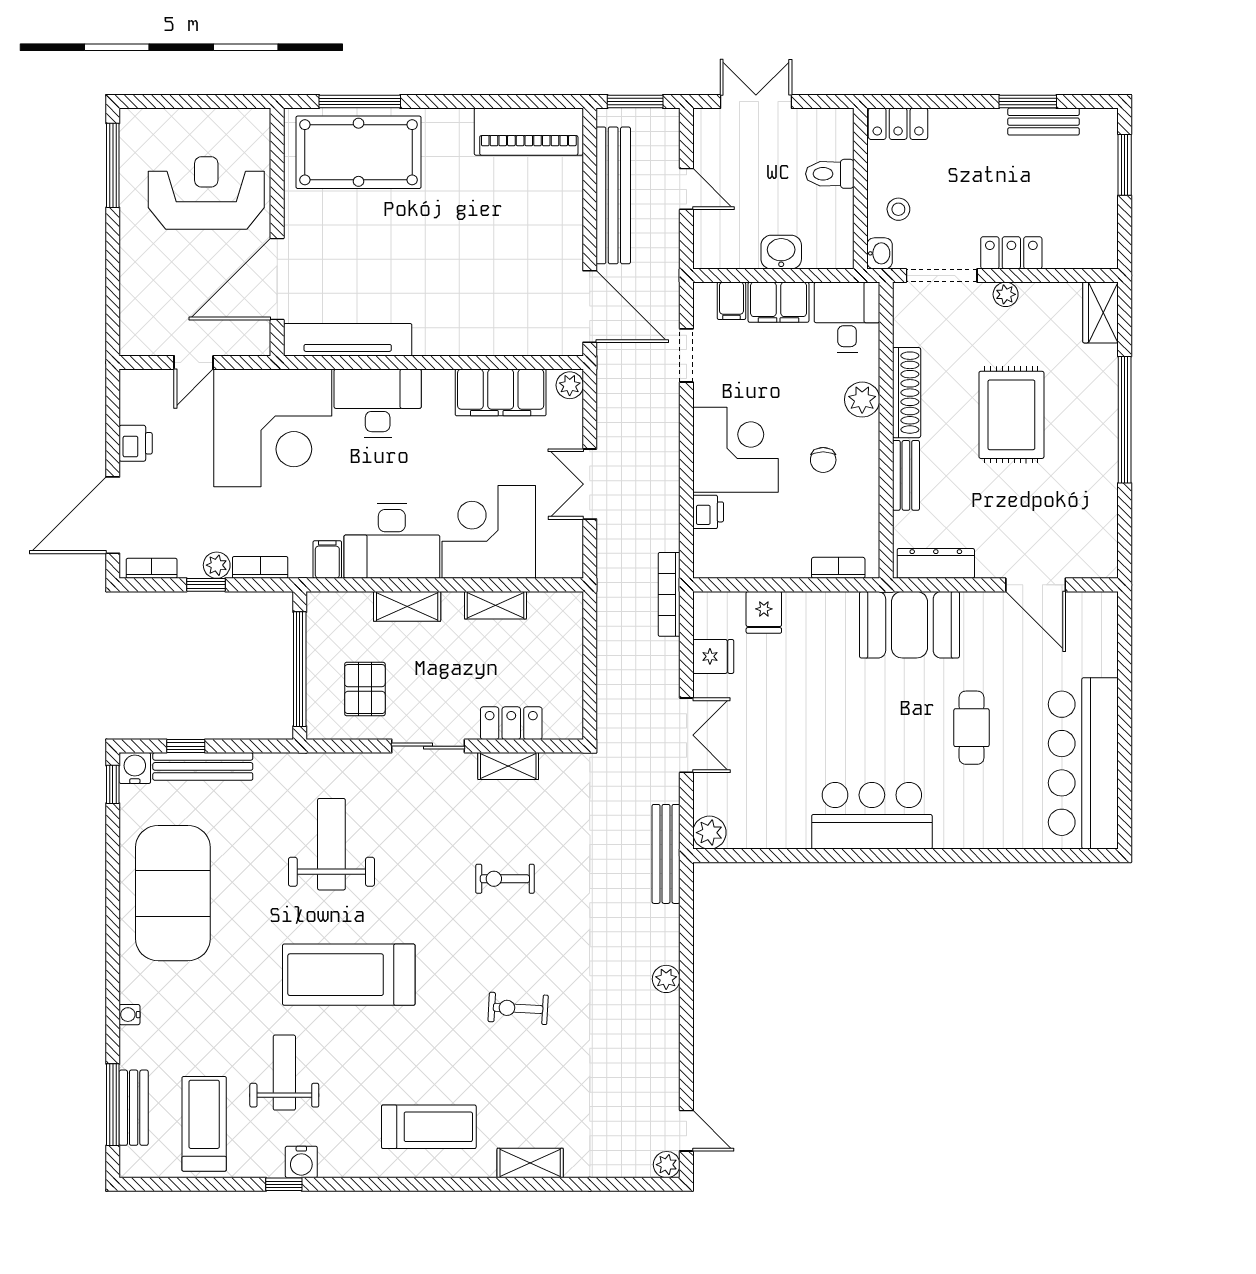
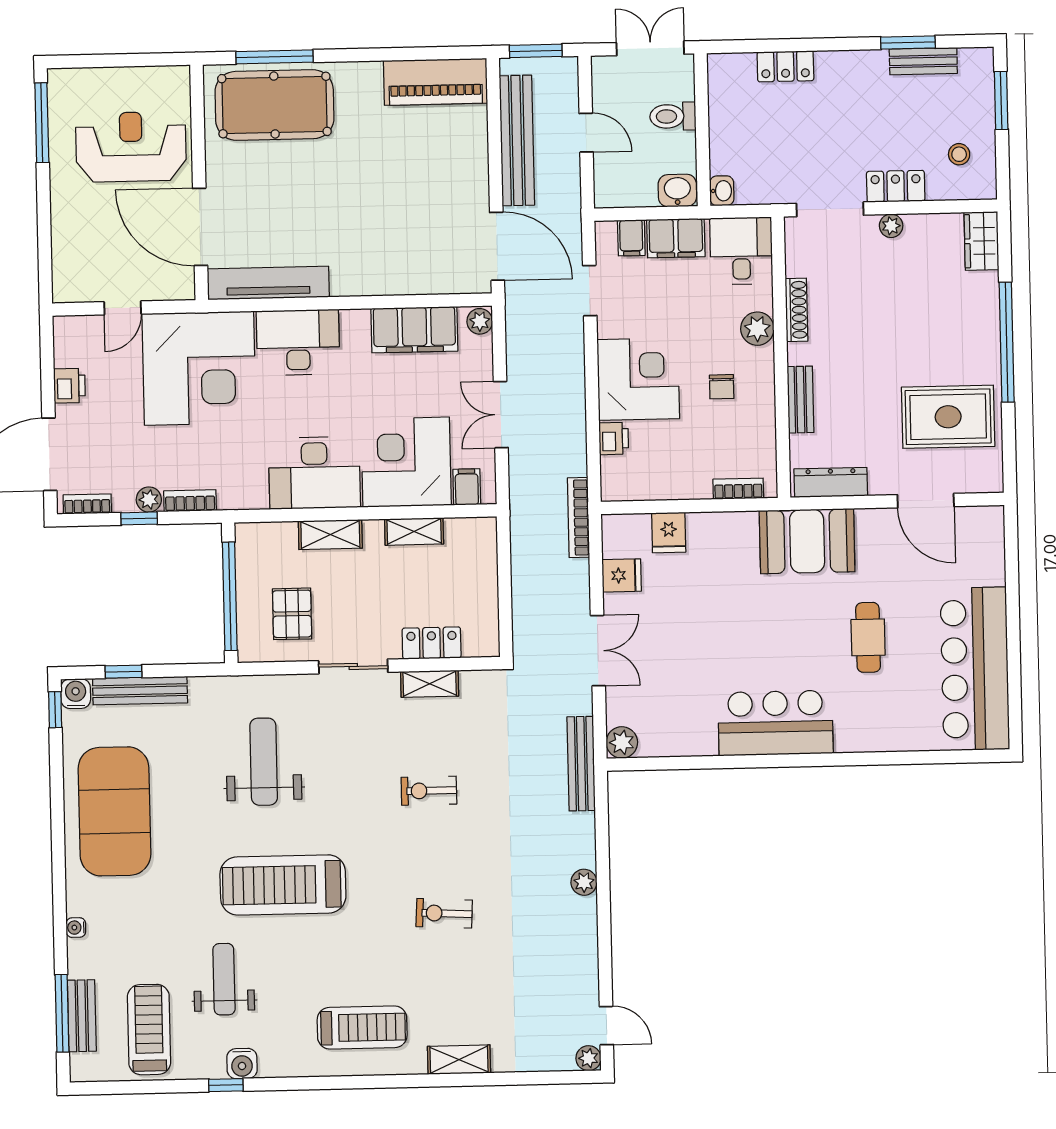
toilet: (830, 174) -> (673, 116), moved
wall: (860, 189) -> (702, 130), moved
stool: (898, 209) -> (959, 154), moved
washbasin: (880, 253) -> (722, 191), moved
door: (277, 279) -> (200, 227), hinge flipped
shoe rack: (907, 393) -> (797, 310), width x0.74, depth x0.81
rug: (1011, 415) -> (948, 417), moved, turned 90
filing cabinet: (327, 560) -> (467, 487), moved

